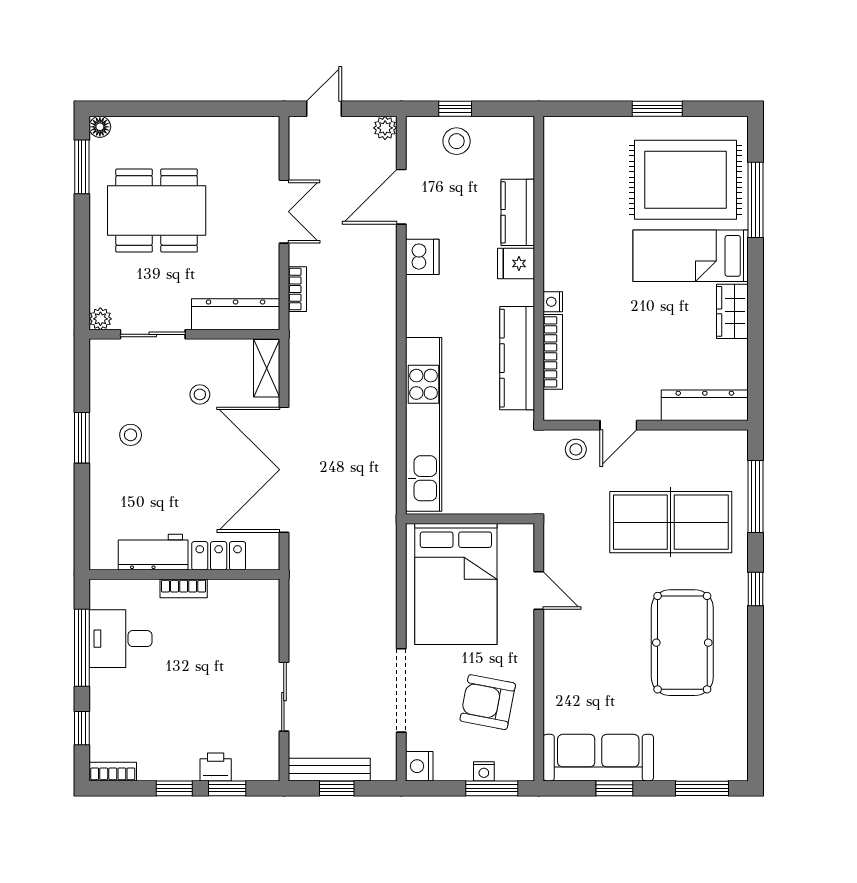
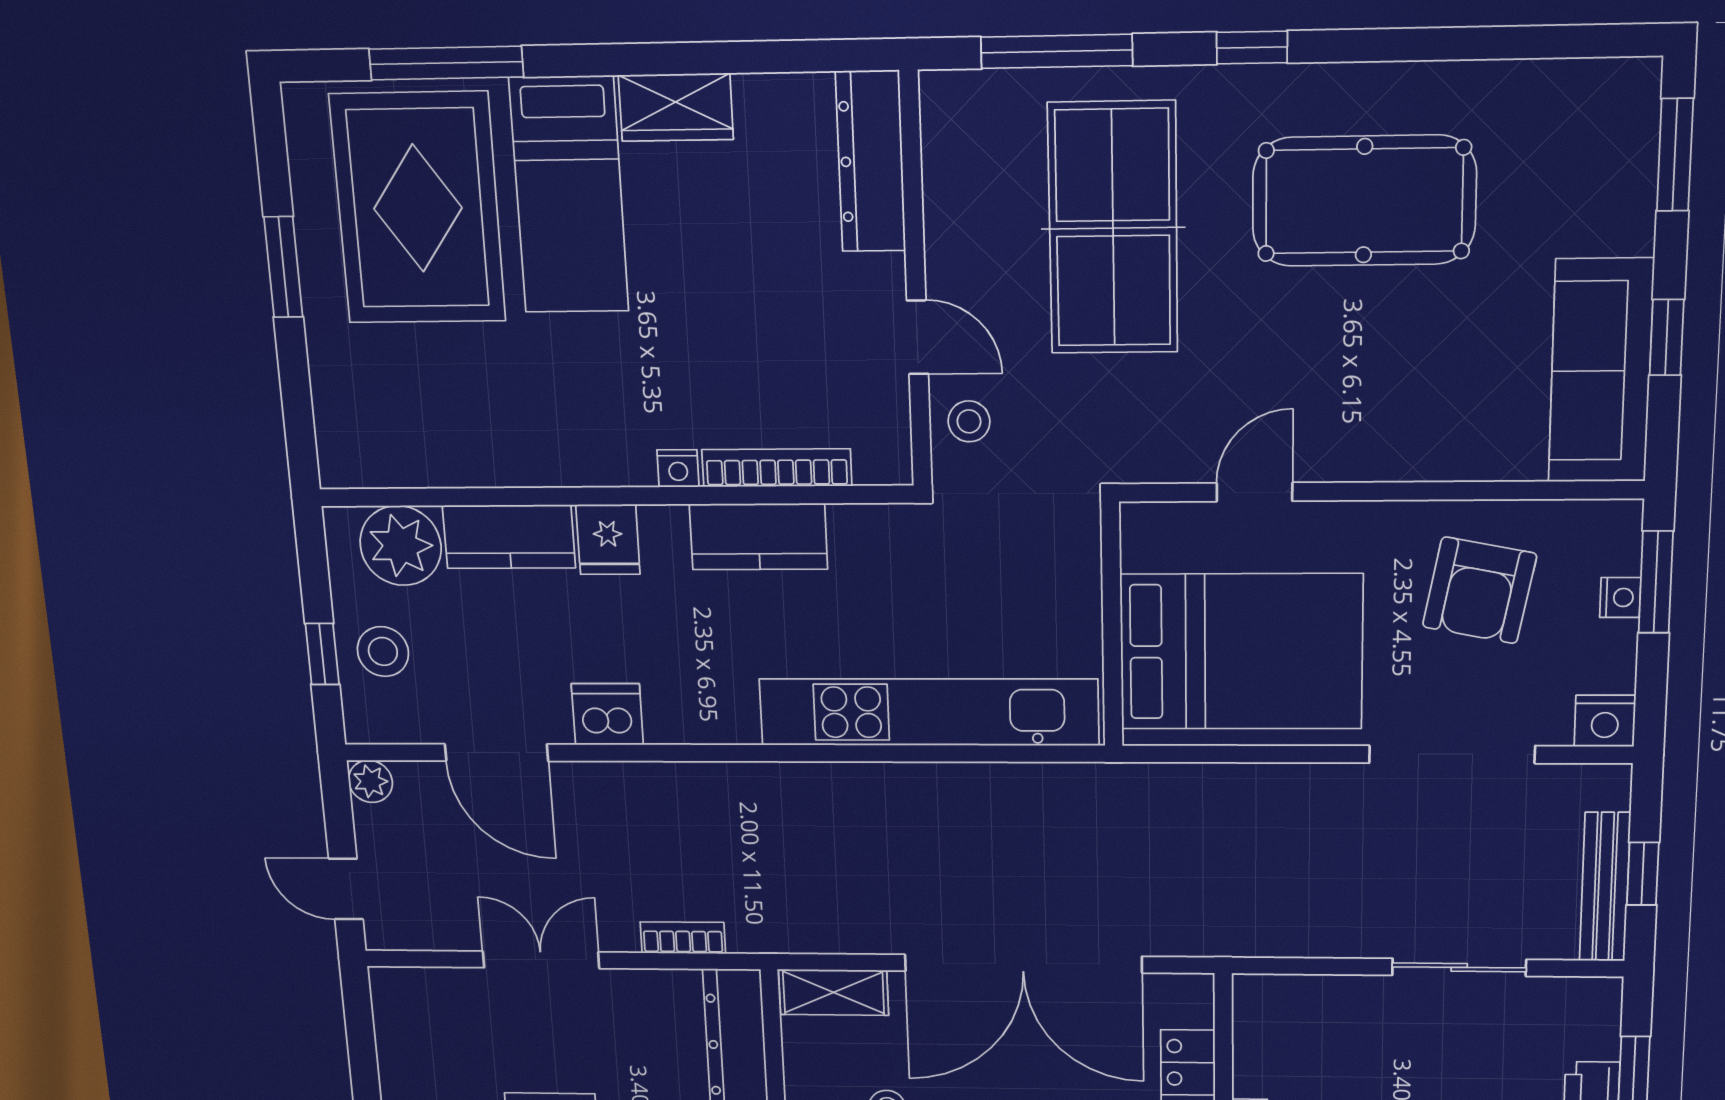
plant: (513, 156) -> (401, 546), added
kitchen counter: (517, 358) -> (758, 537), width x0.67

